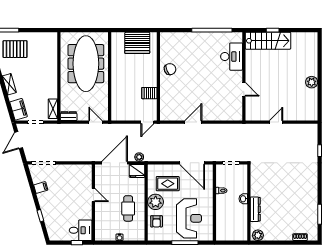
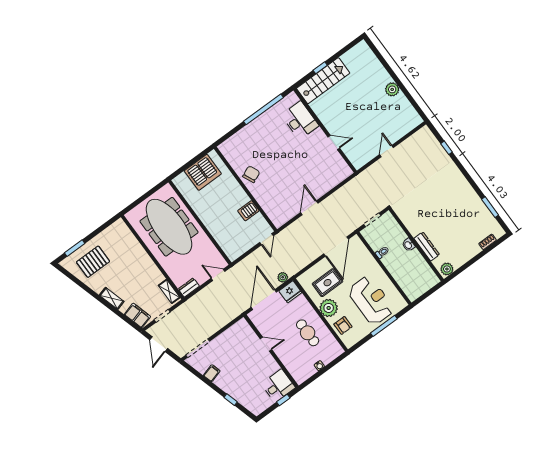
door: (192, 163) -> (336, 247), hinge flipped

